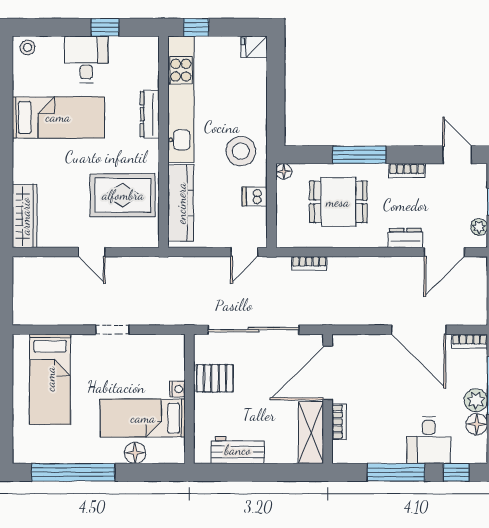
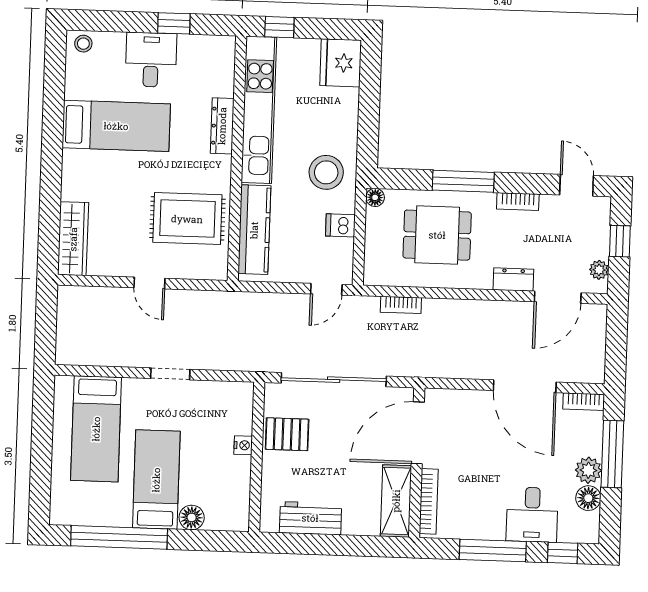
fridge: (254, 47) -> (341, 63), width x1.88, depth x1.34
bed: (143, 418) -> (156, 480), moved, turned 90
bookcase: (339, 422) -> (429, 501), width x1.56

